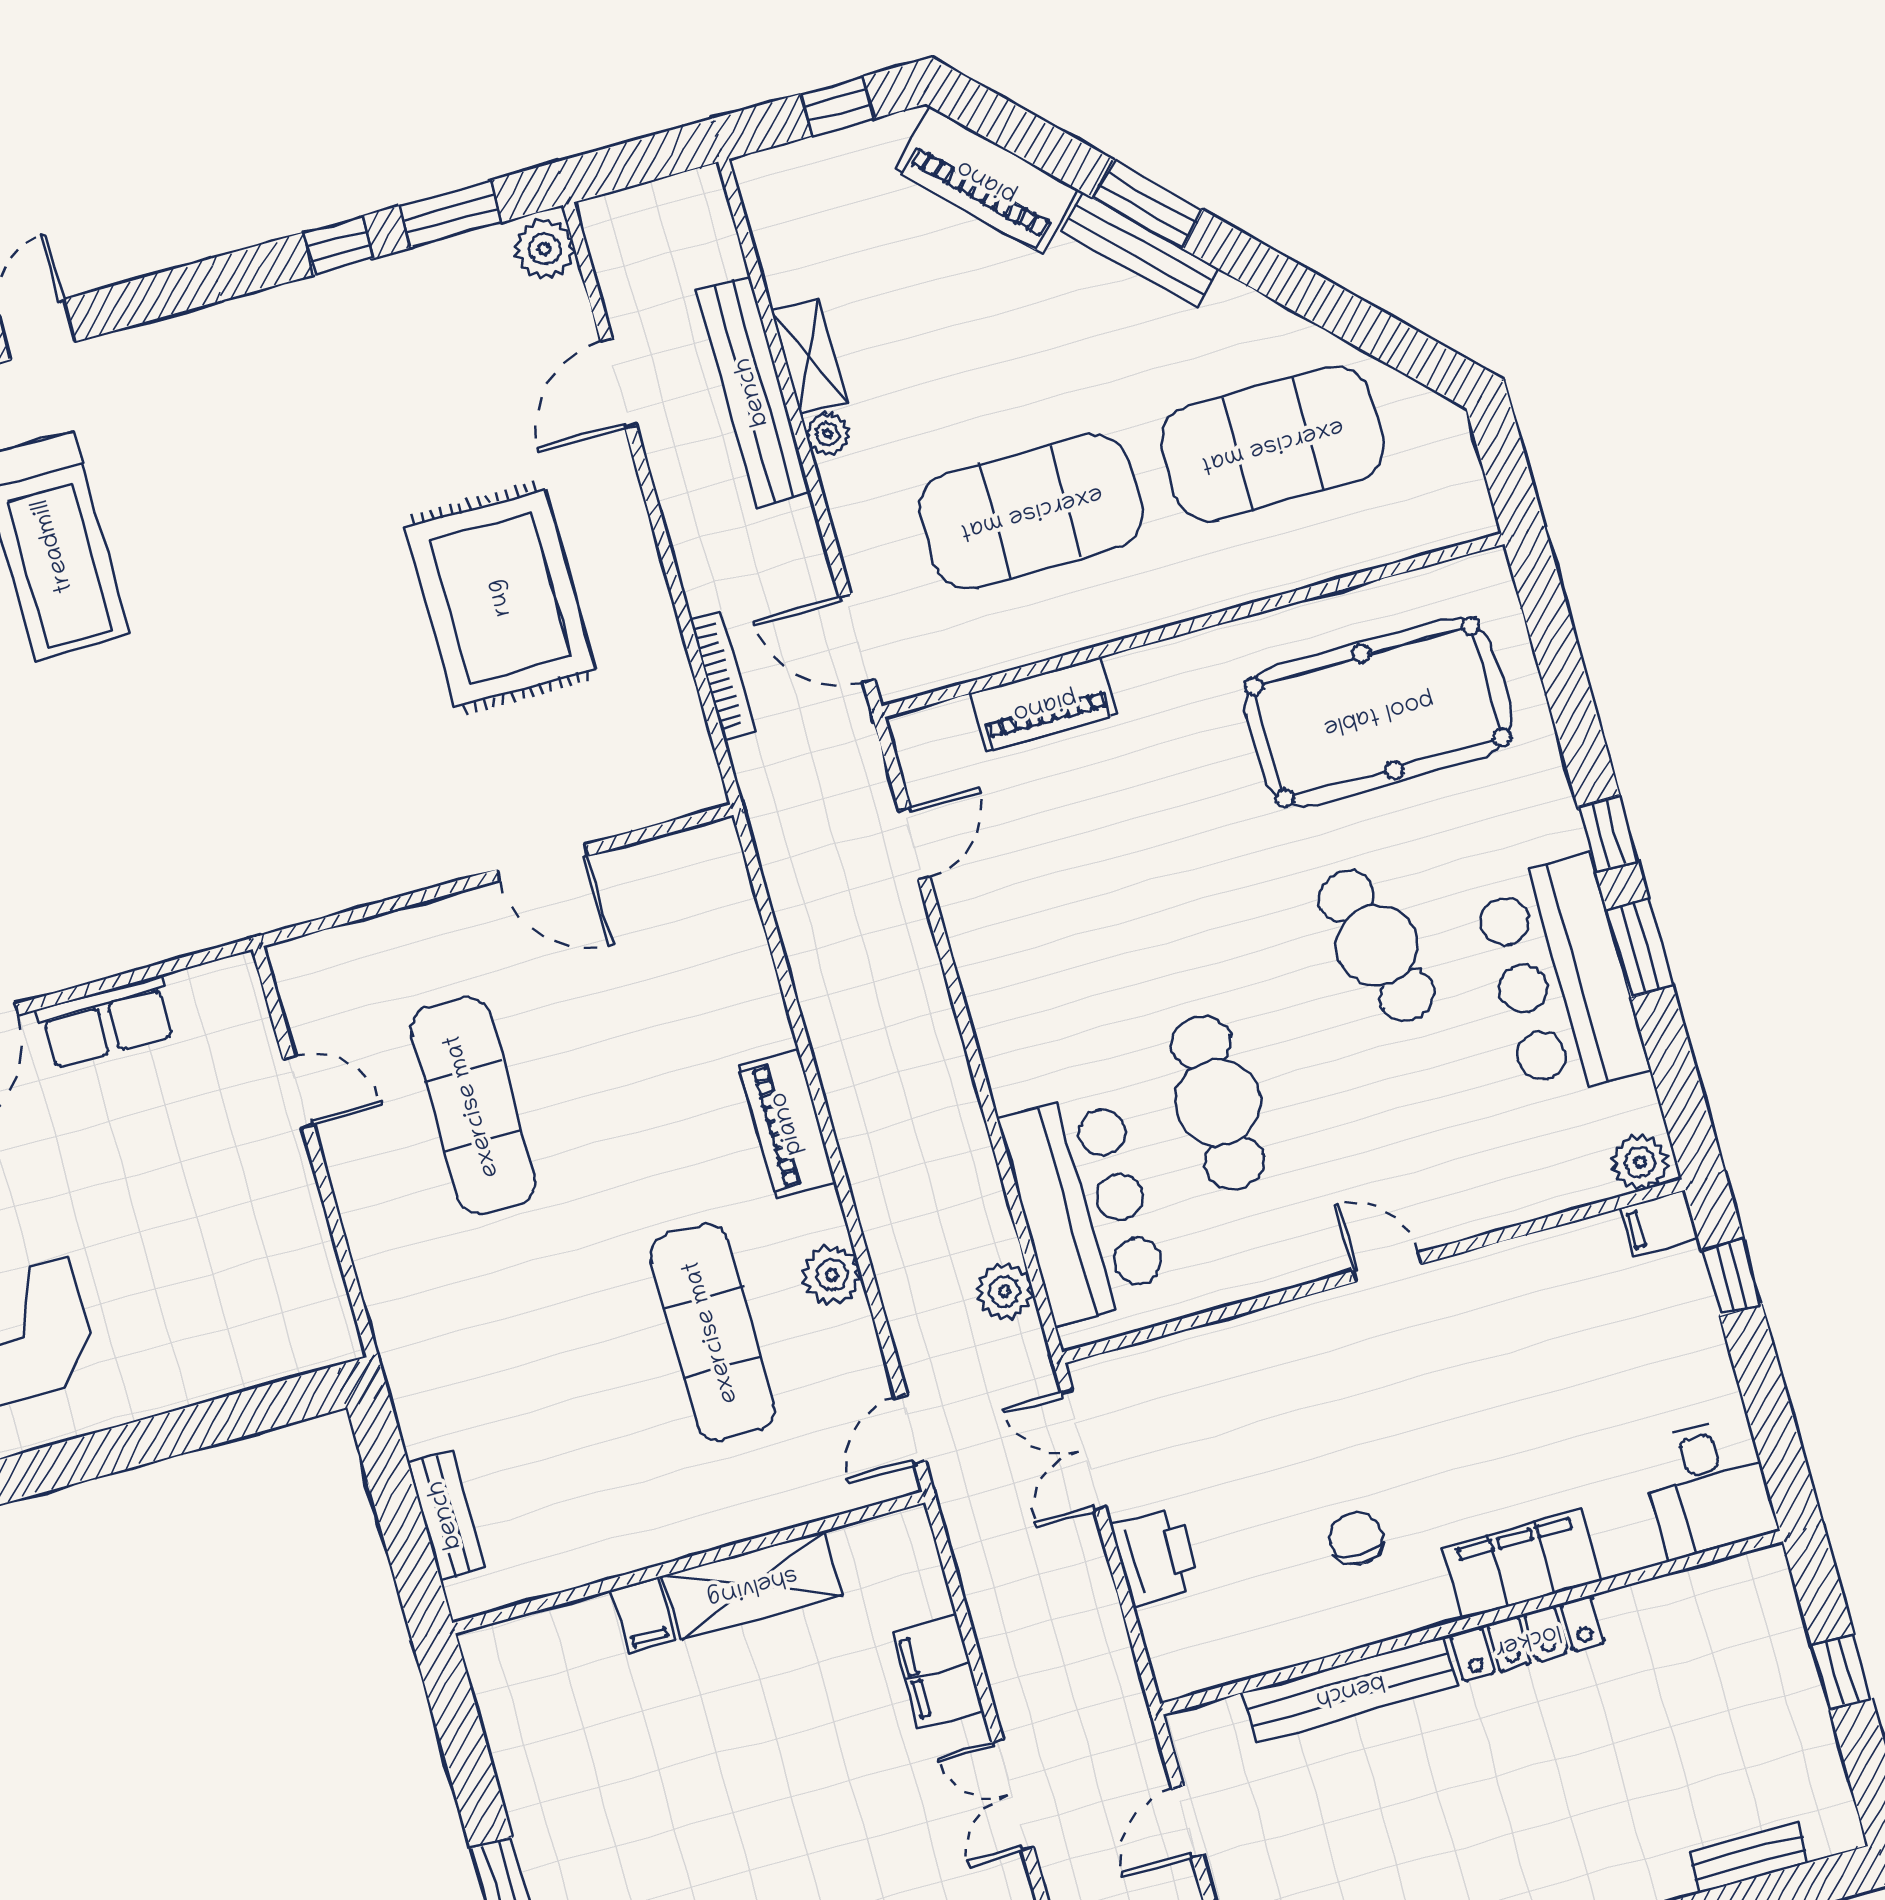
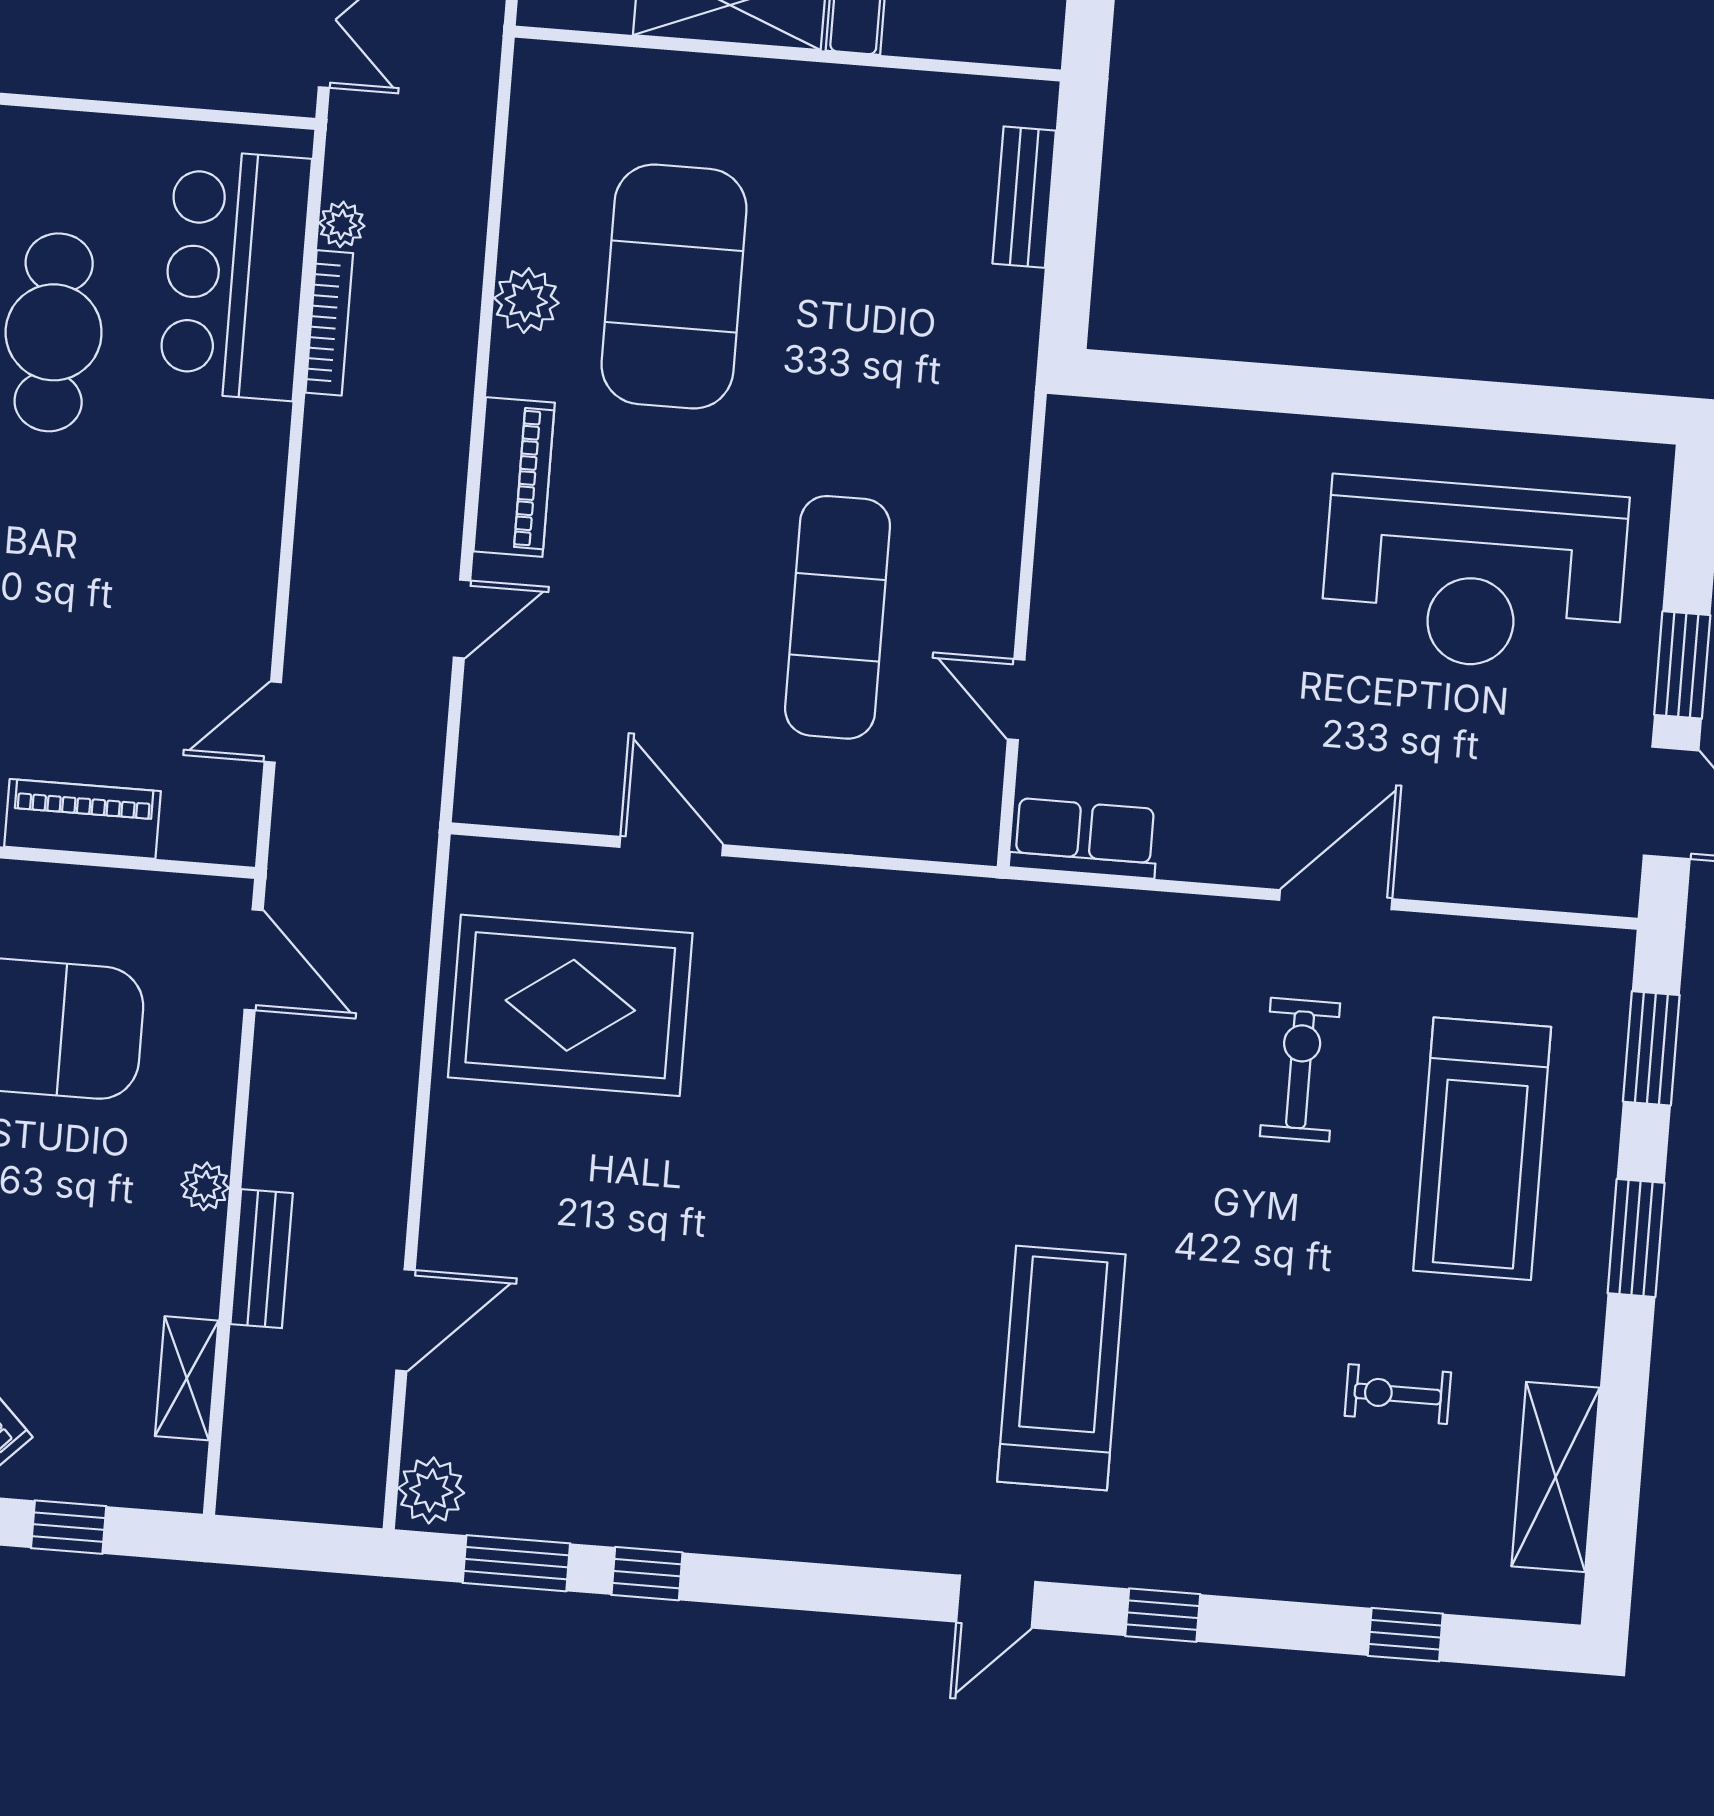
shelving: (809, 357) -> (187, 1378), moved
bench: (753, 392) -> (262, 1259), width x0.54, depth x0.82
rug: (500, 598) -> (570, 1005), moved, turned 90
bookcase: (723, 676) -> (329, 323), moved, turned 180
row of seats: (106, 1022) -> (1084, 838), moved
plant: (1004, 1291) -> (342, 224), width x0.73, depth x0.73
exercise mat: (712, 1332) -> (674, 287), width x1.47
door: (911, 1430) -> (462, 619), moved

